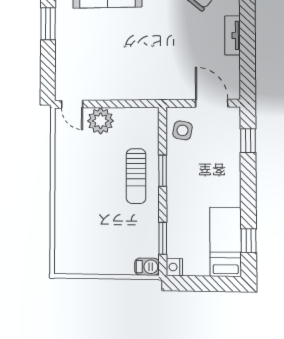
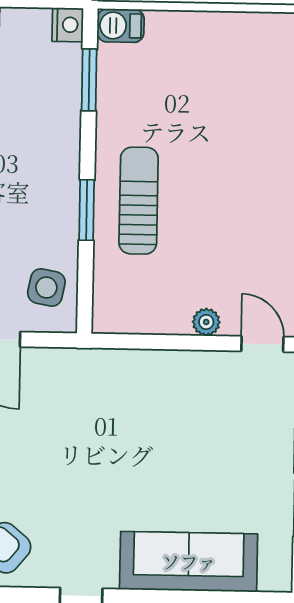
plant: (101, 121) -> (206, 322), width x0.53, depth x0.53

